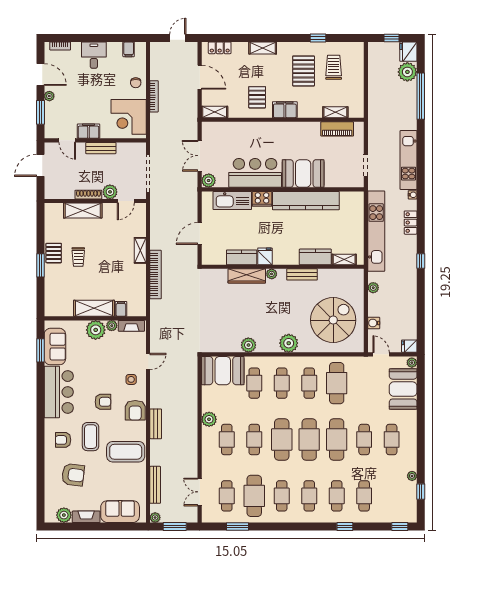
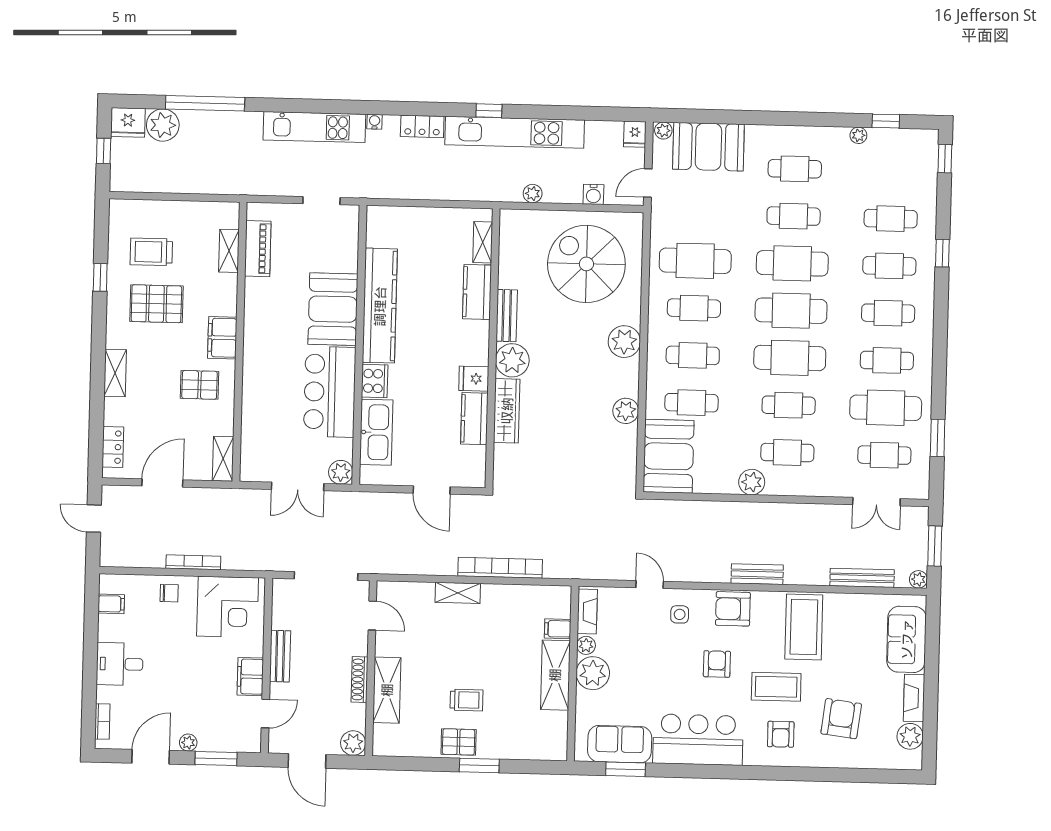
plant: (110, 192) -> (353, 743), moved
kitchen unit: (376, 231) -> (515, 132), moved, turned 180
plant: (272, 274) -> (512, 360), width x1.87, depth x1.87
armchair: (135, 410) -> (733, 609), turned 180

